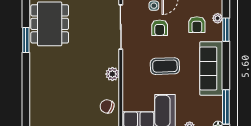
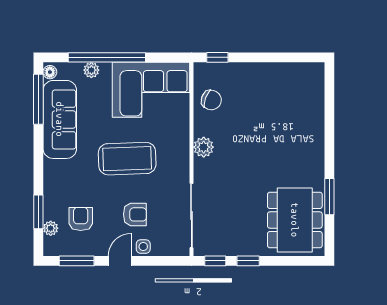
armchair: (160, 28) -> (135, 214), turned 90
coffee table: (165, 66) -> (127, 159), width x1.36, depth x1.32
sofa: (211, 68) -> (60, 119), moved

